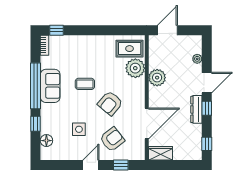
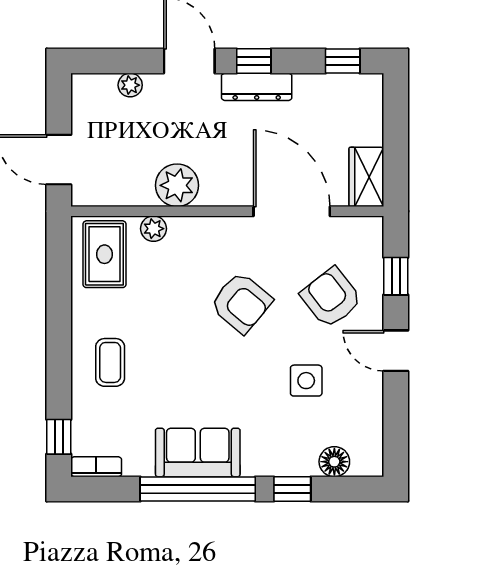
plant: (135, 68) -> (154, 229), width x0.53, depth x0.53
coffee table: (85, 84) -> (110, 362), moved

